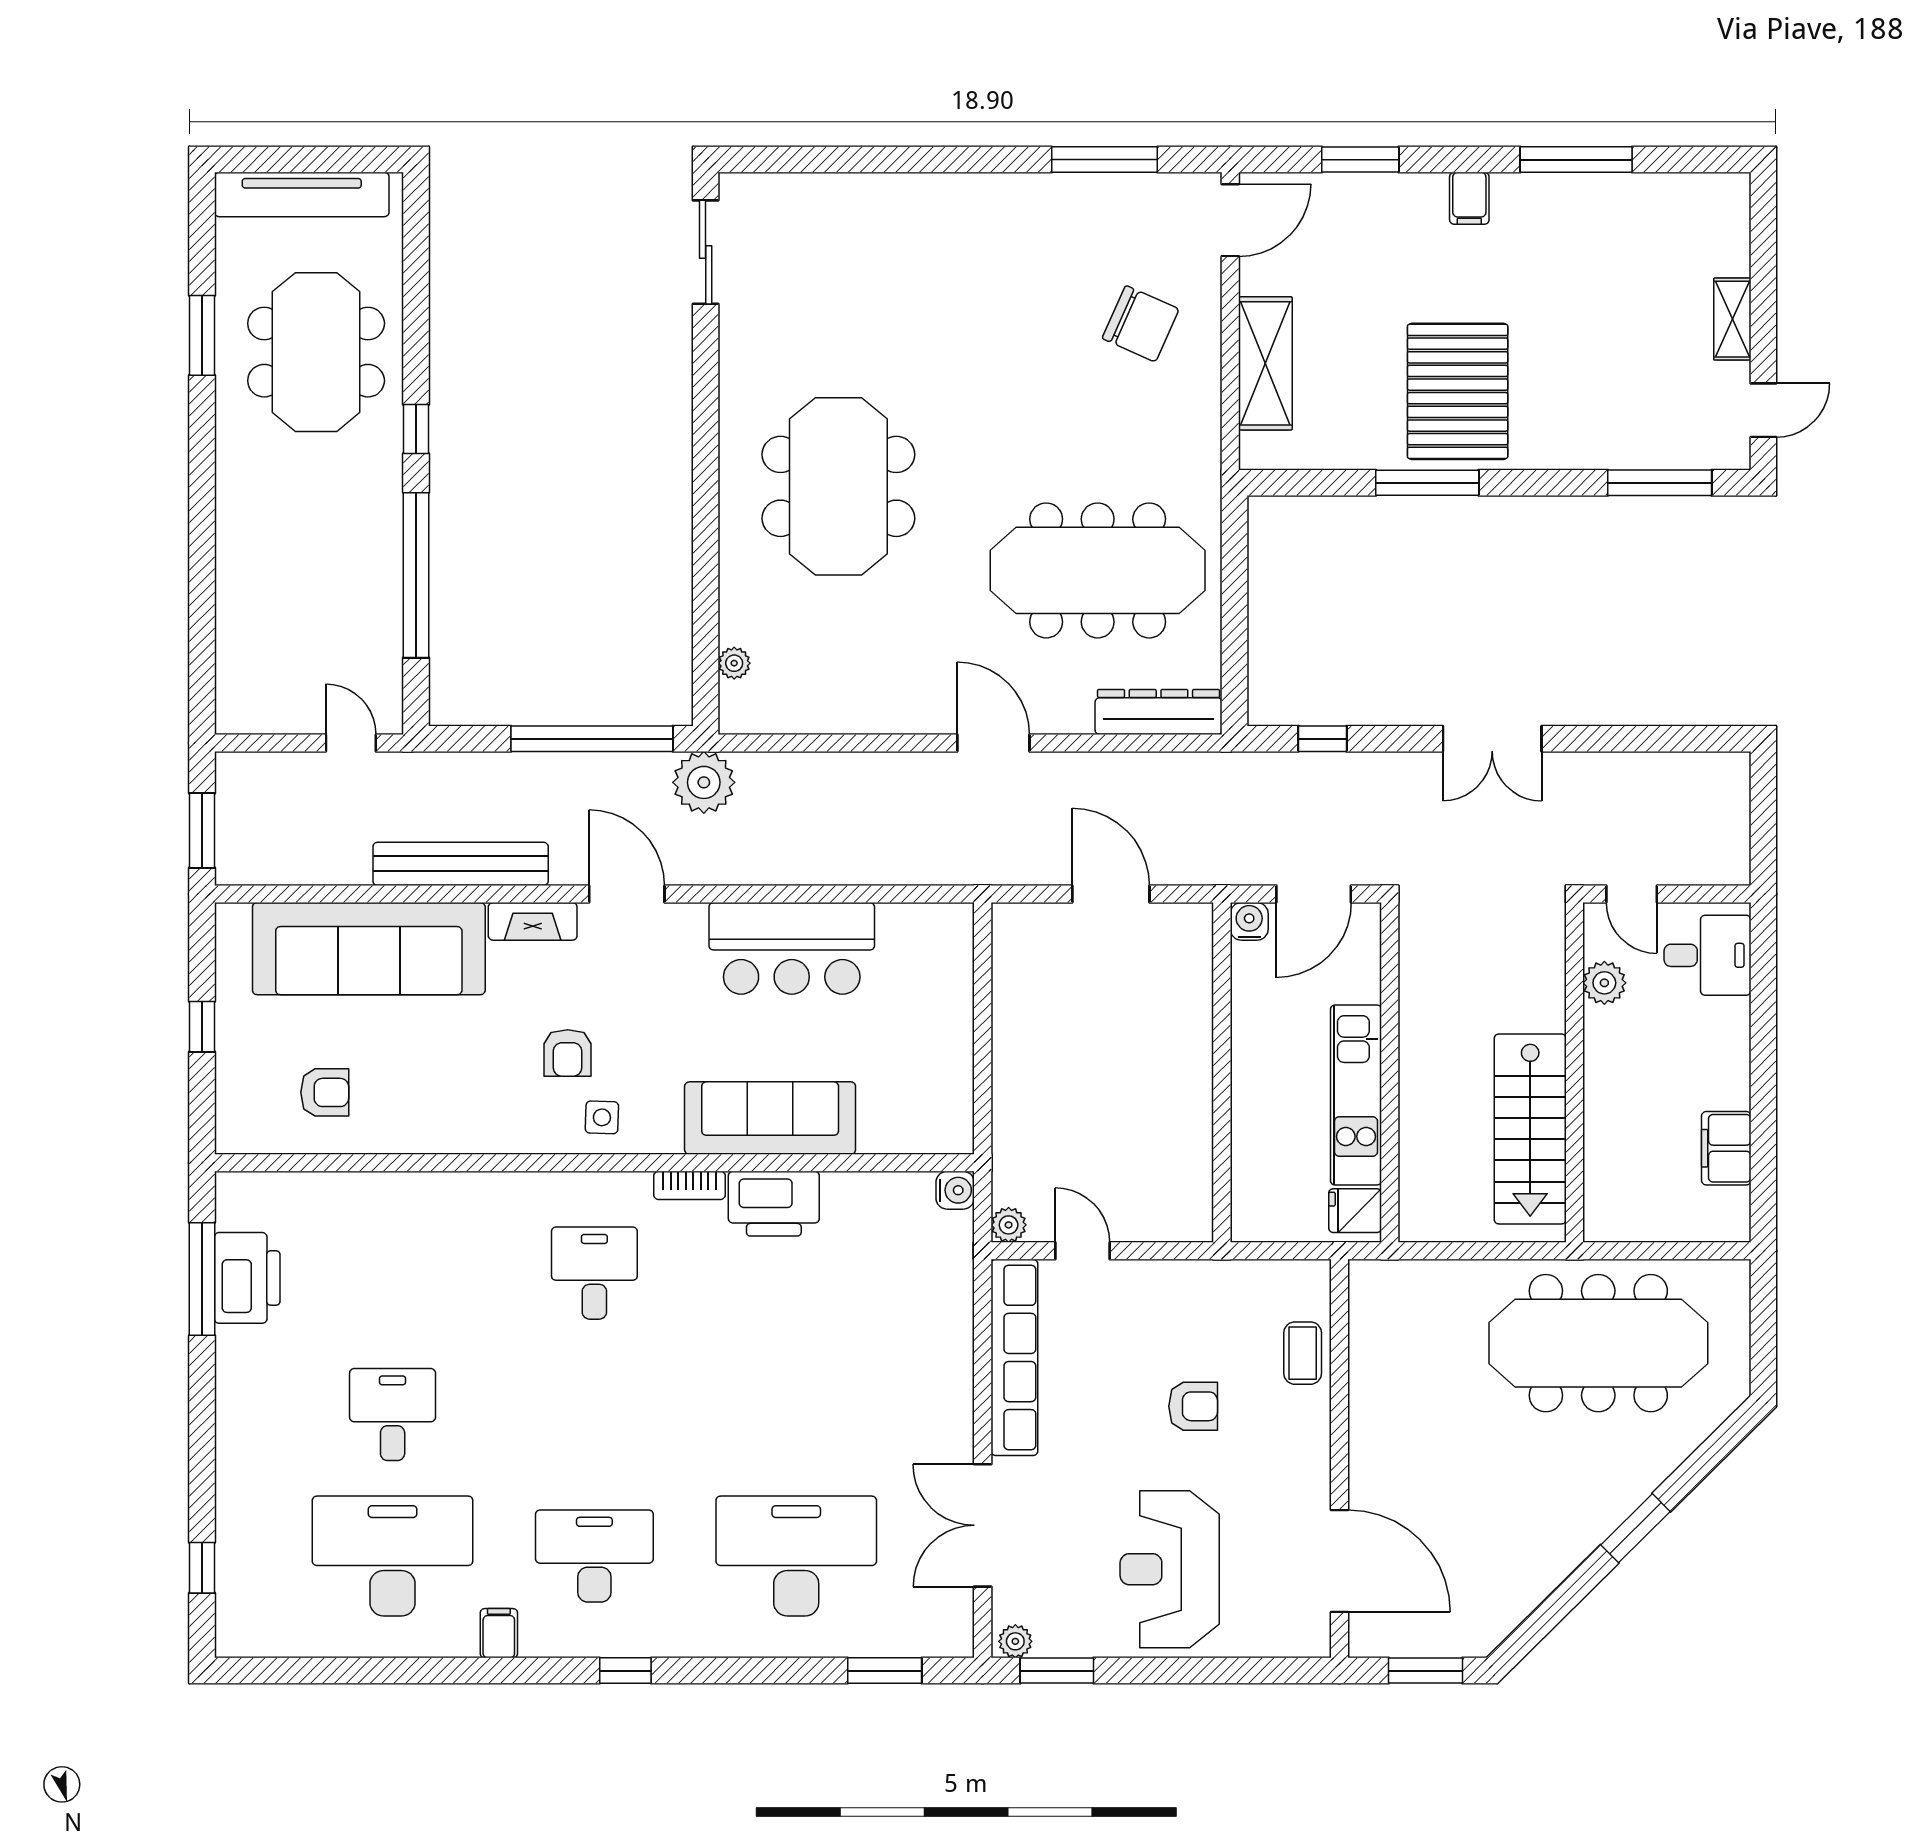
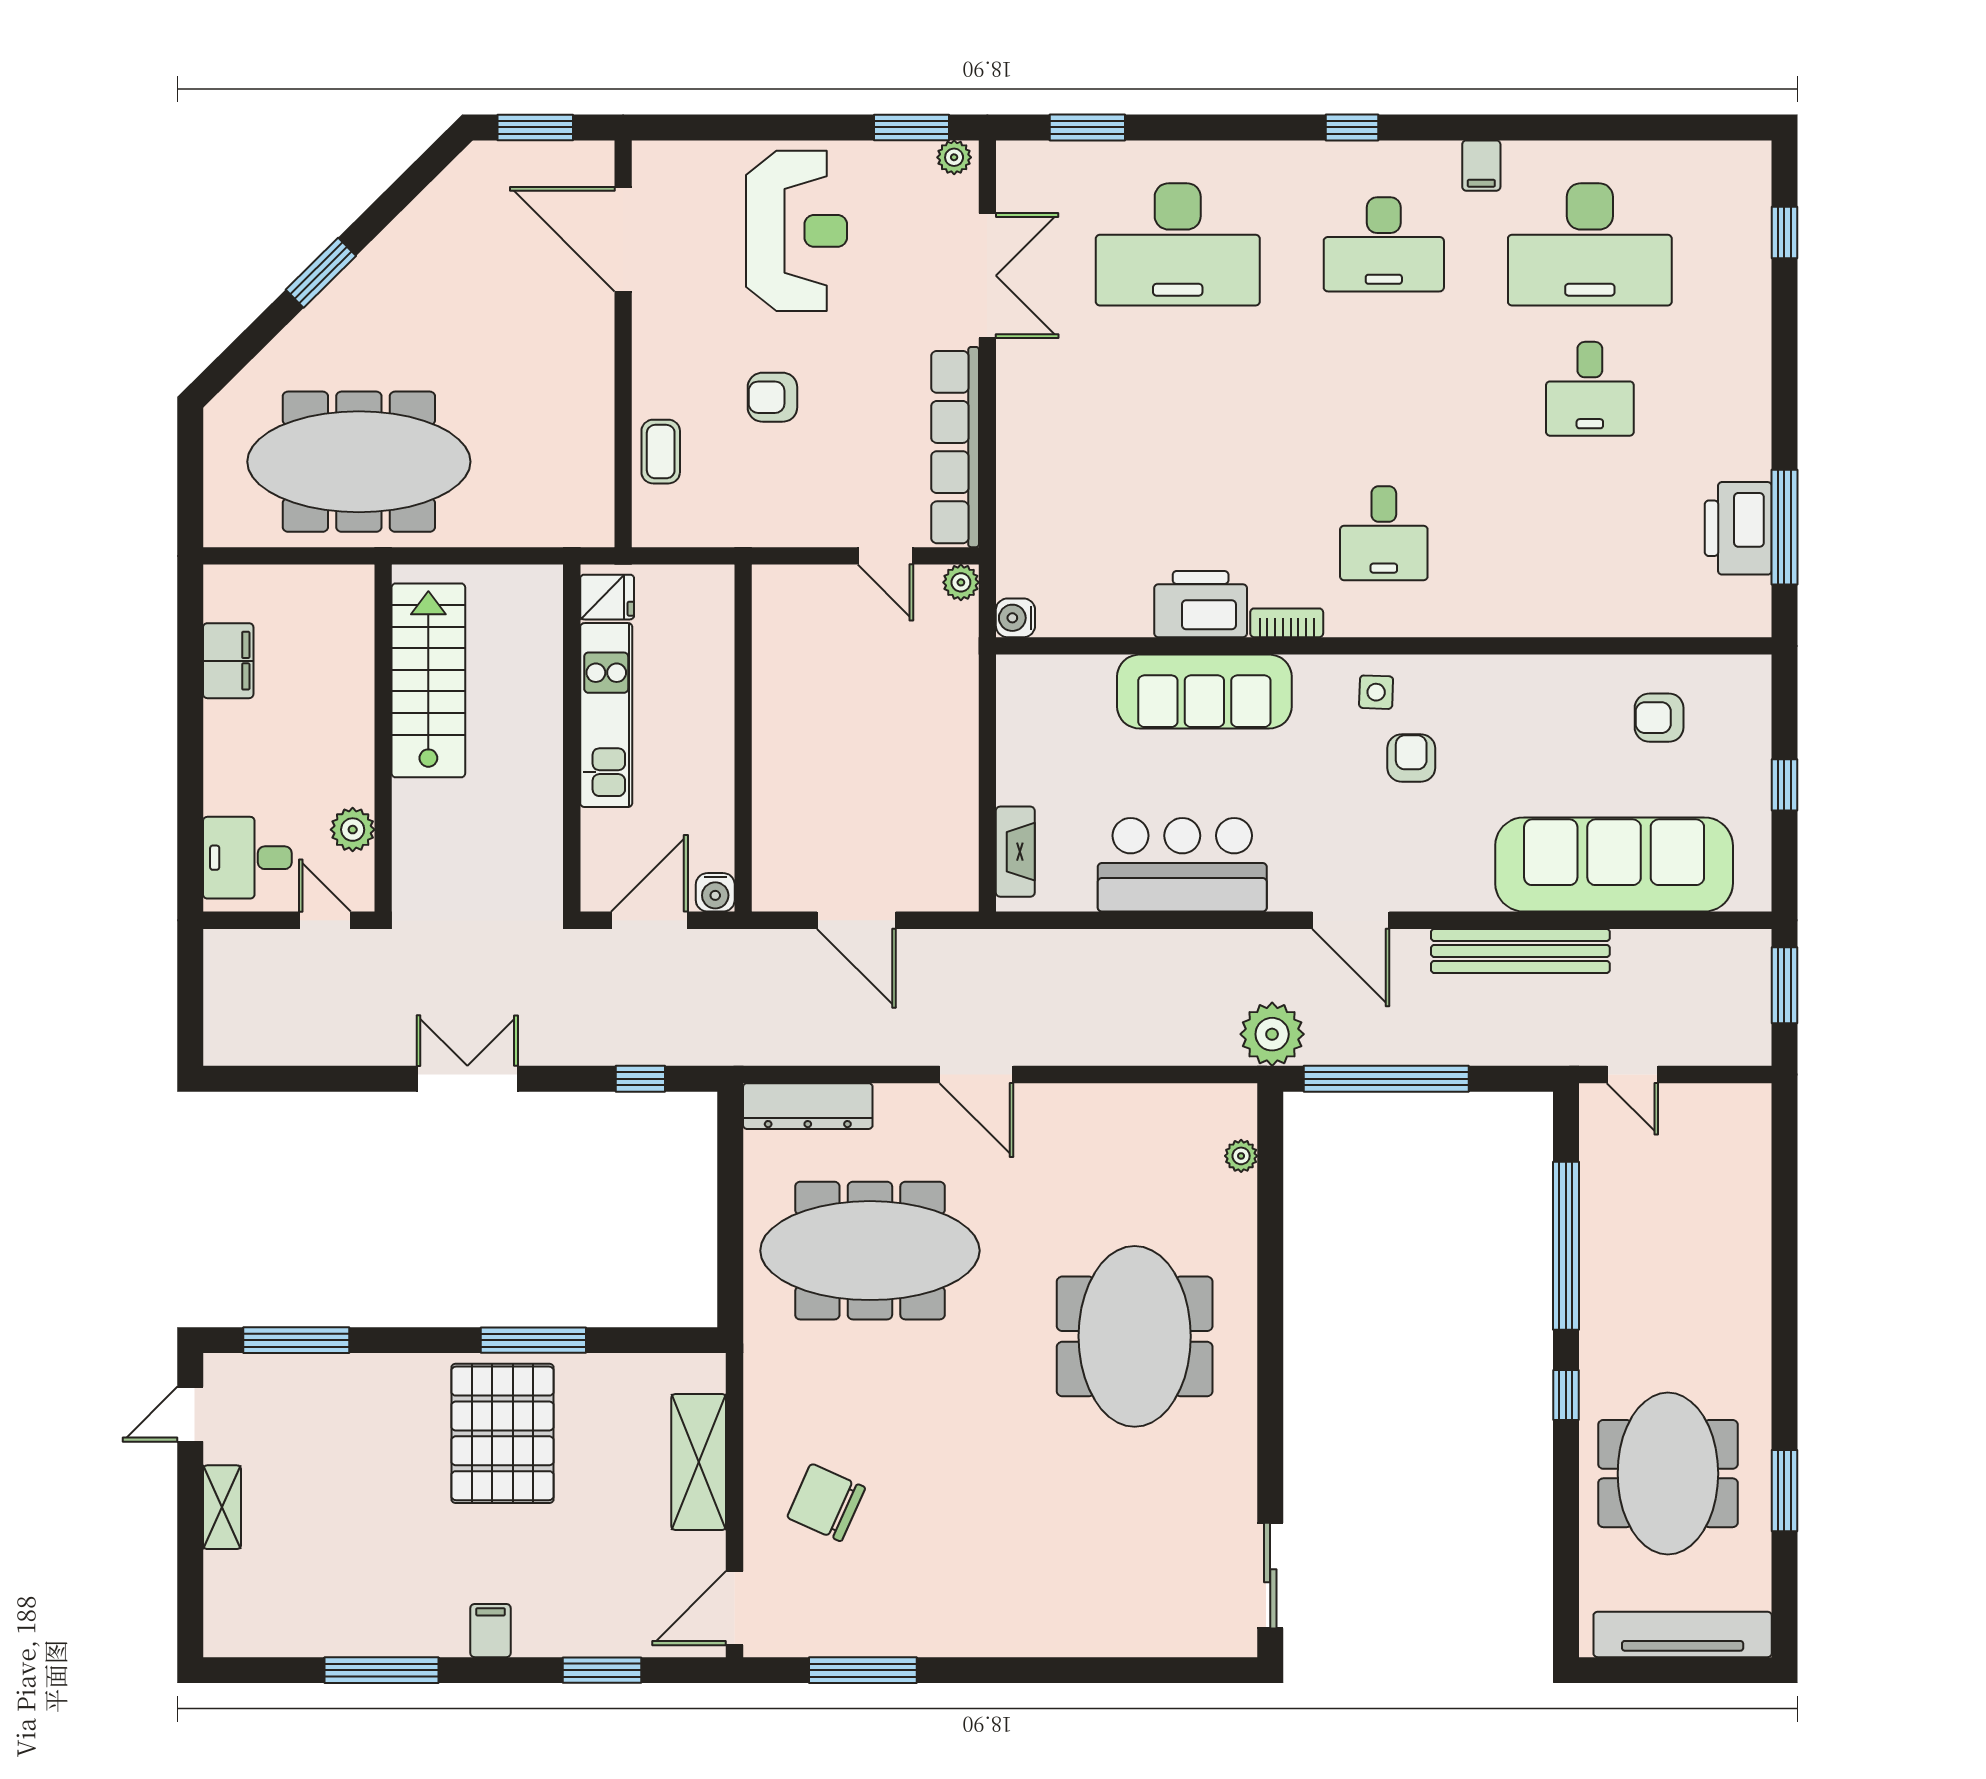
fireplace: (533, 921) -> (1015, 852), moved, turned 90

